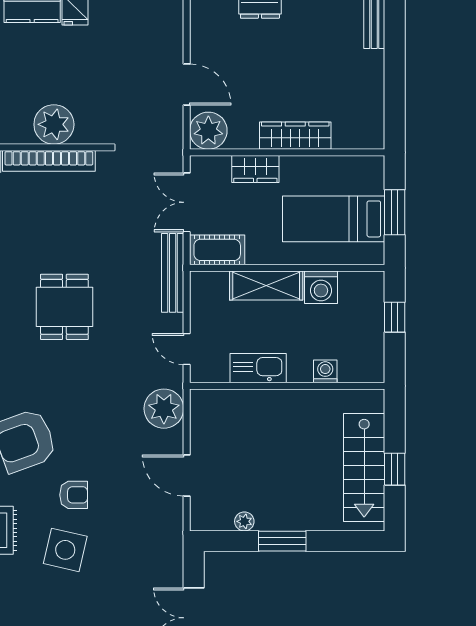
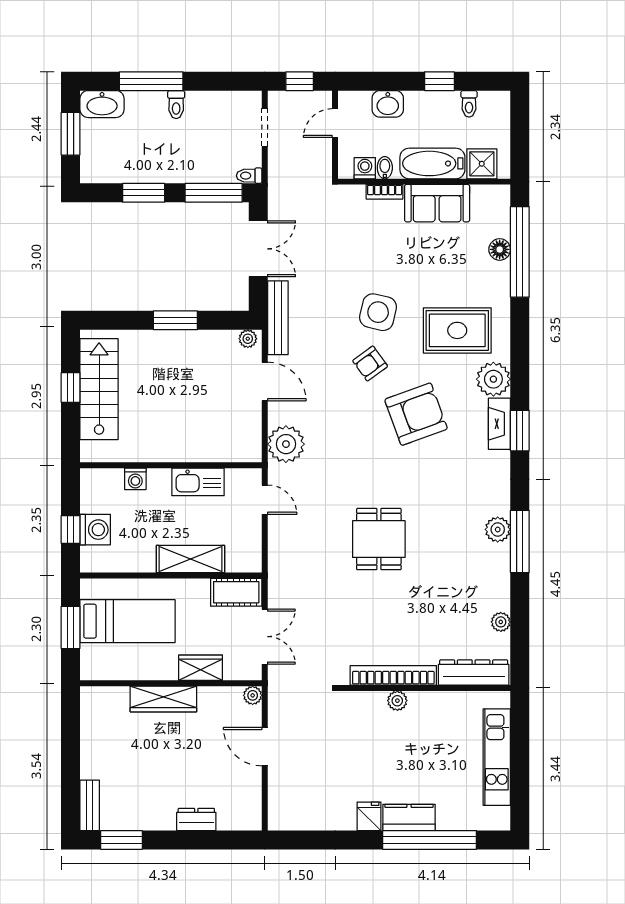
plant: (54, 124) -> (397, 701), width x0.53, depth x0.53
plant: (208, 131) -> (253, 695), width x0.53, depth x0.53
bench: (173, 273) -> (278, 318), moved
washing machine: (321, 287) -> (95, 530), moved, turned 90
armchair: (74, 495) -> (370, 364), turned -36
plant: (244, 521) -> (248, 339), moved

